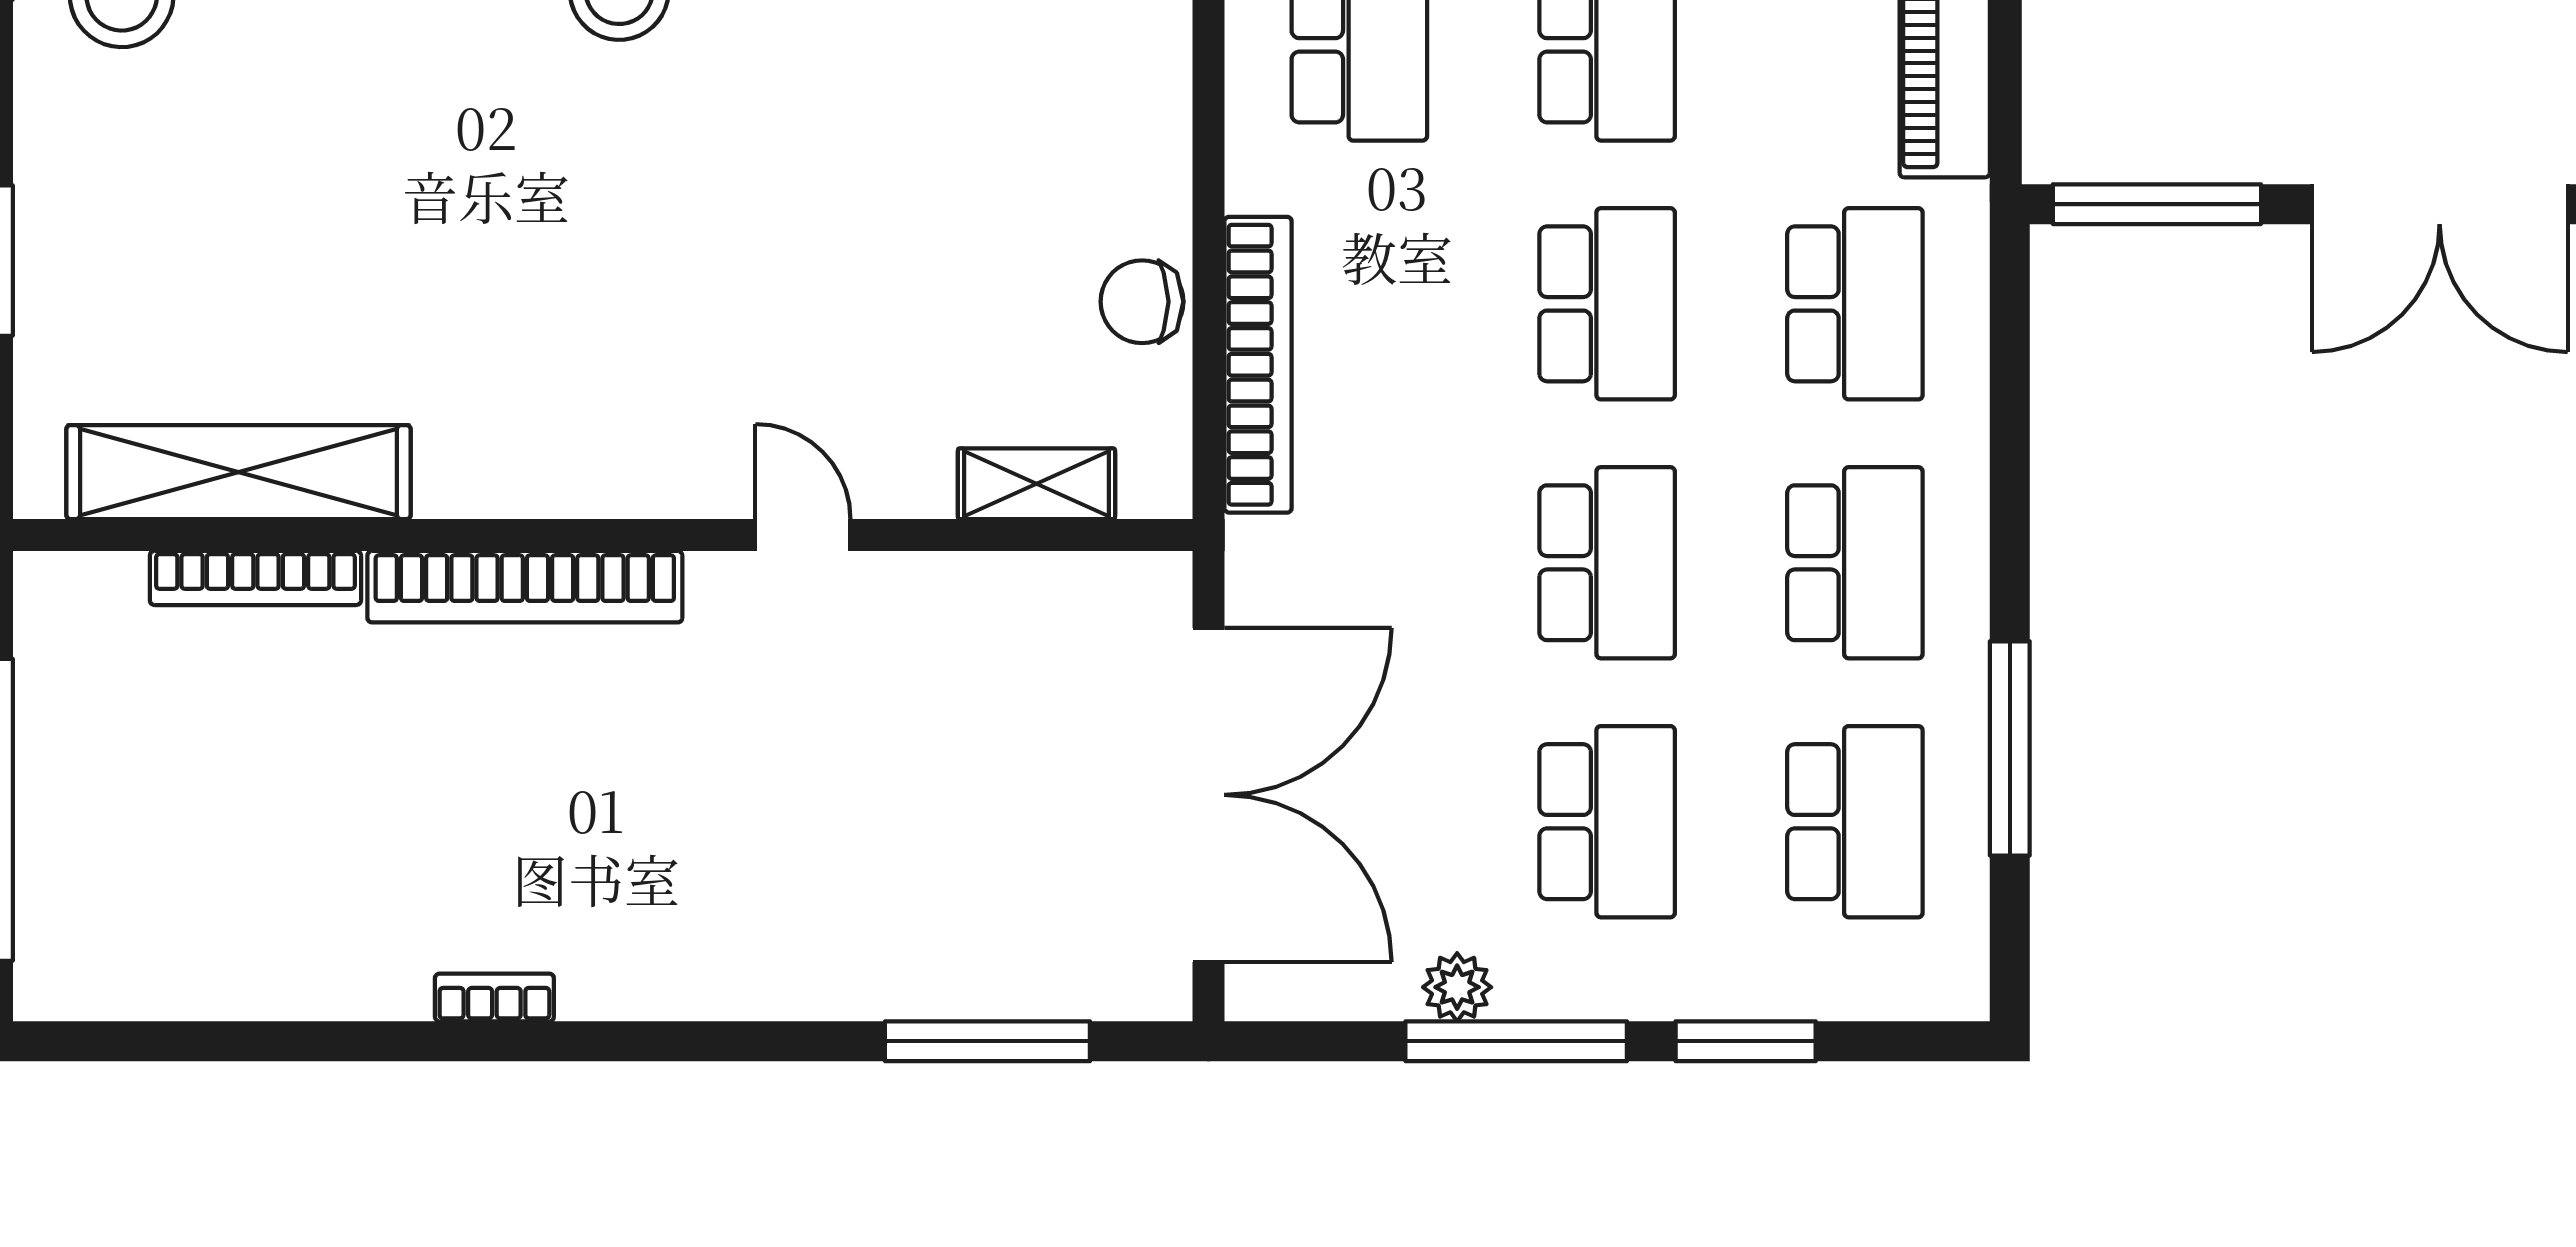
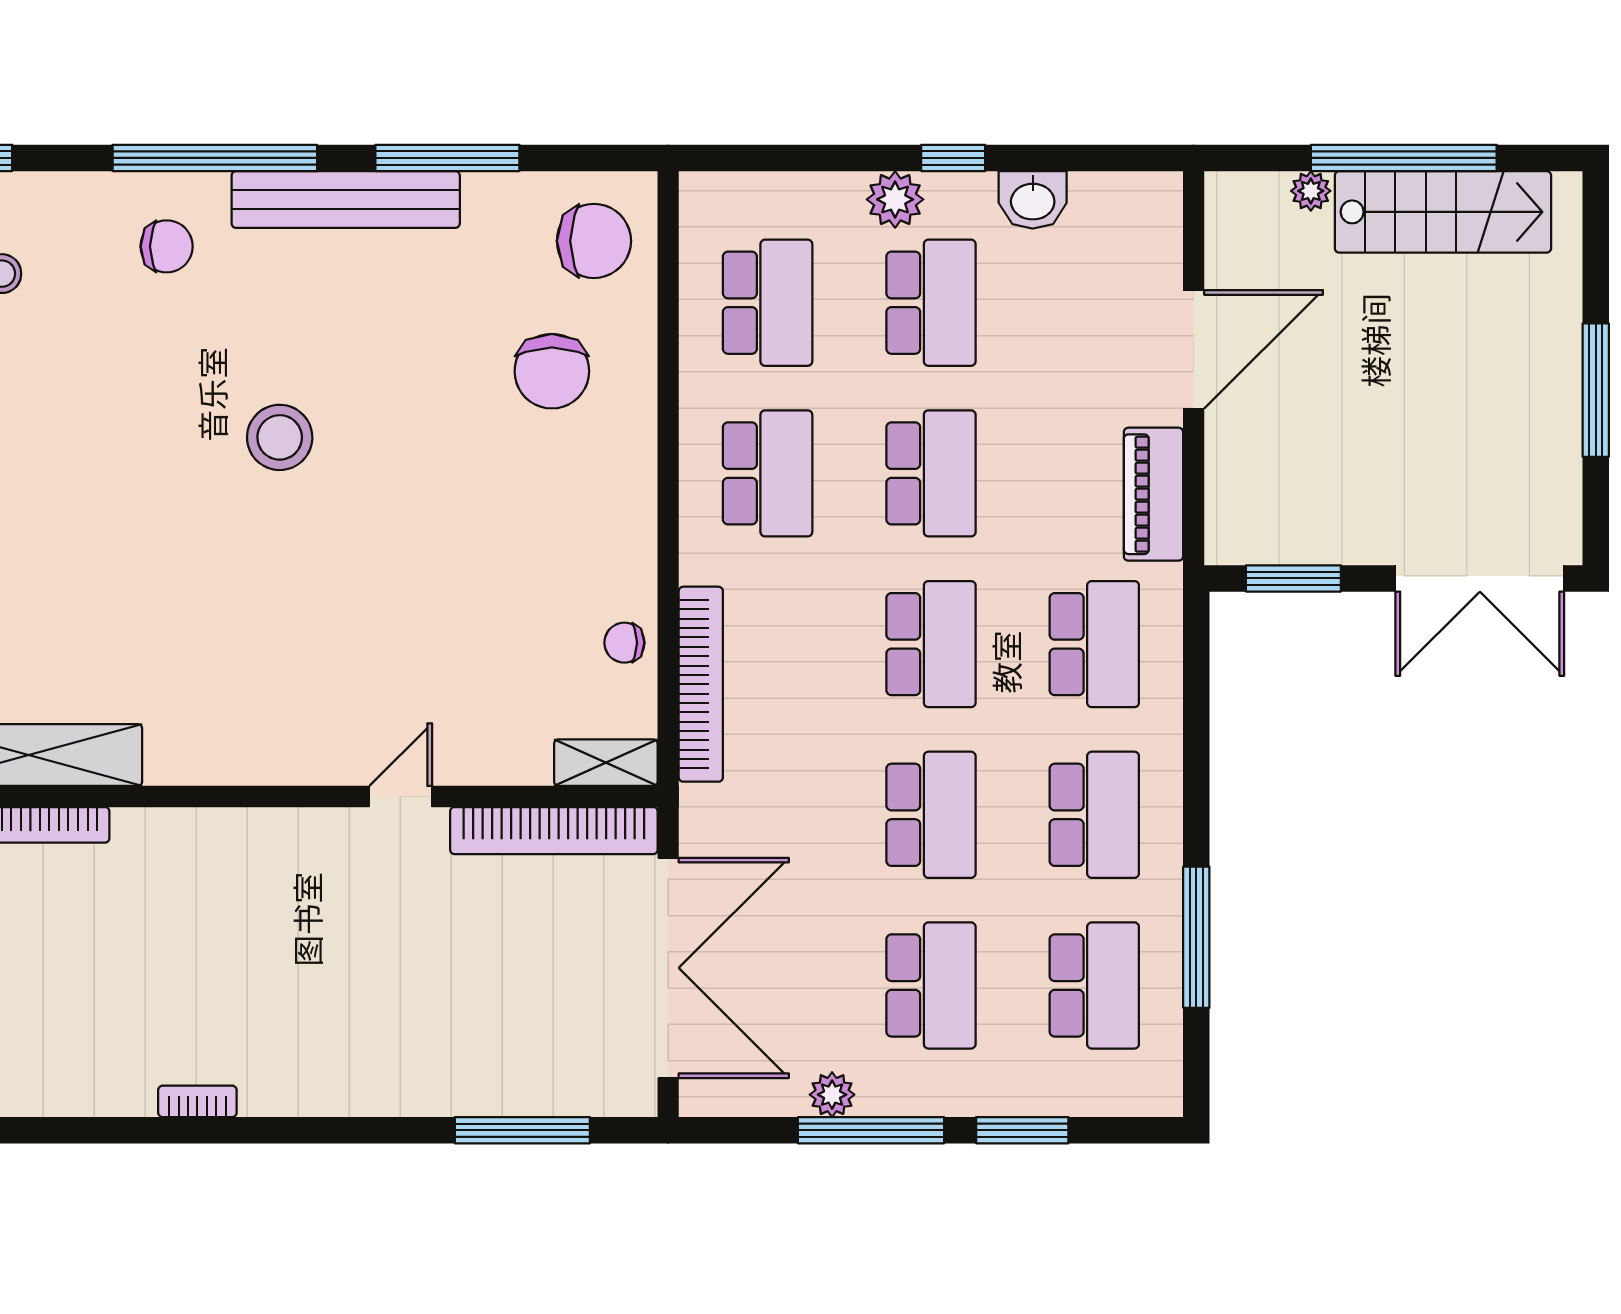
window: (2157, 204) -> (1293, 578), width x0.69
chair: (1142, 302) -> (624, 643), width x0.73, depth x0.73
shelving: (1036, 484) -> (606, 763), moved
door: (803, 535) -> (401, 796), hinge flipped
bookcase: (525, 587) -> (554, 831), moved

